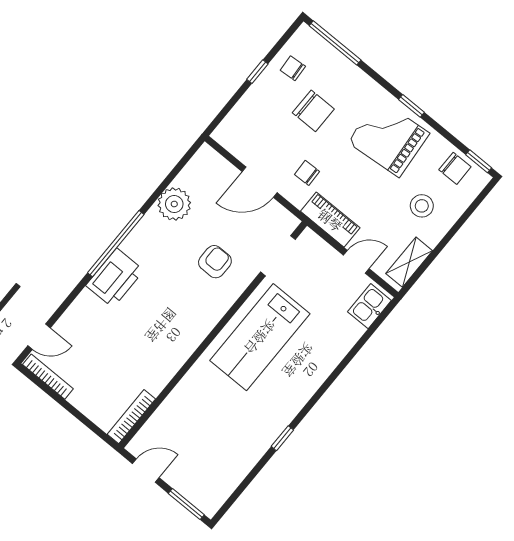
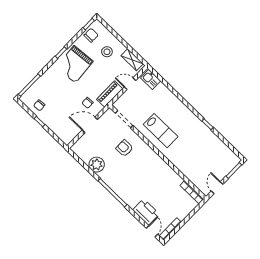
chair: (313, 111) -> (59, 98), removed
door: (260, 182) -> (90, 125), swing flipped
door: (356, 262) -> (130, 84), hinge flipped
printer: (115, 278) -> (146, 212), moved
lab bench: (260, 337) -> (161, 131), width x0.73, depth x0.72

